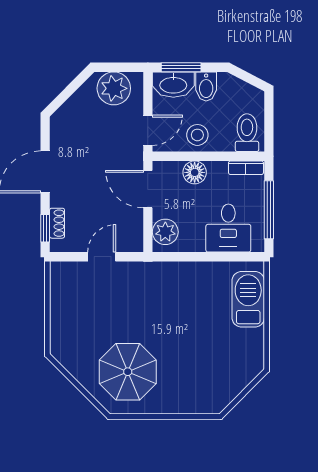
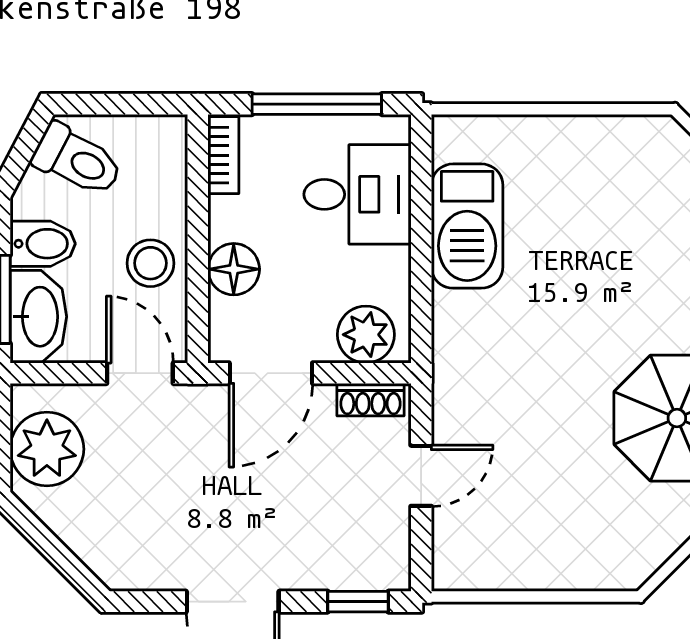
toilet: (247, 133) -> (77, 160), moved, turned -152
shoe rack: (57, 223) -> (370, 400), moved, turned 180
door: (102, 257) -> (421, 476), swing flipped
barbecue: (248, 299) -> (467, 226), moved, turned -90

